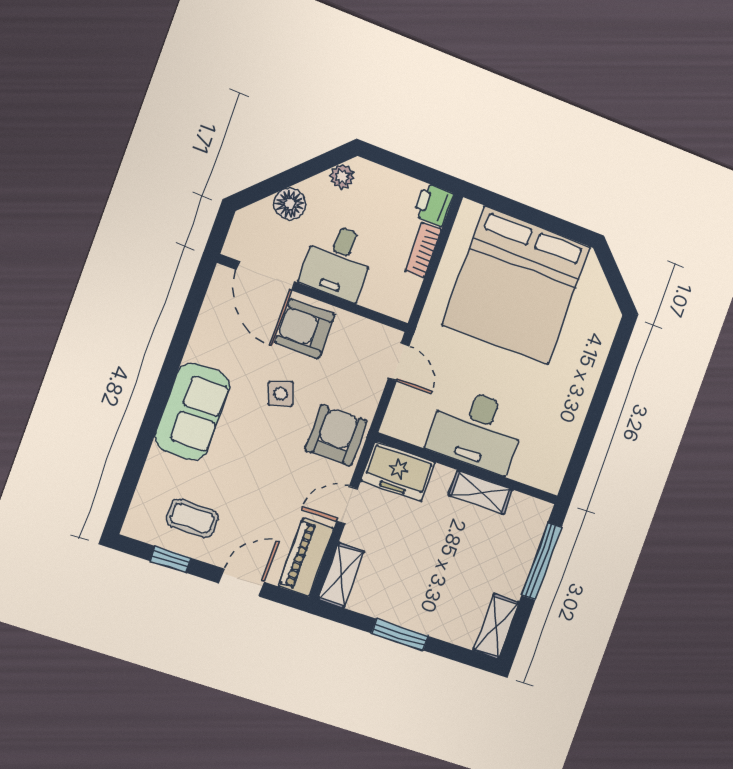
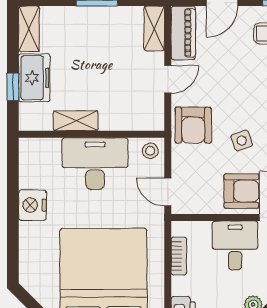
bookcase: (423, 250) -> (179, 256), moved
nightstand: (571, 406) -> (32, 205), added
stool: (402, 422) -> (150, 151), added
freezer: (398, 471) -> (34, 78), moved, turned 90
window: (542, 561) -> (13, 87), width x0.46

